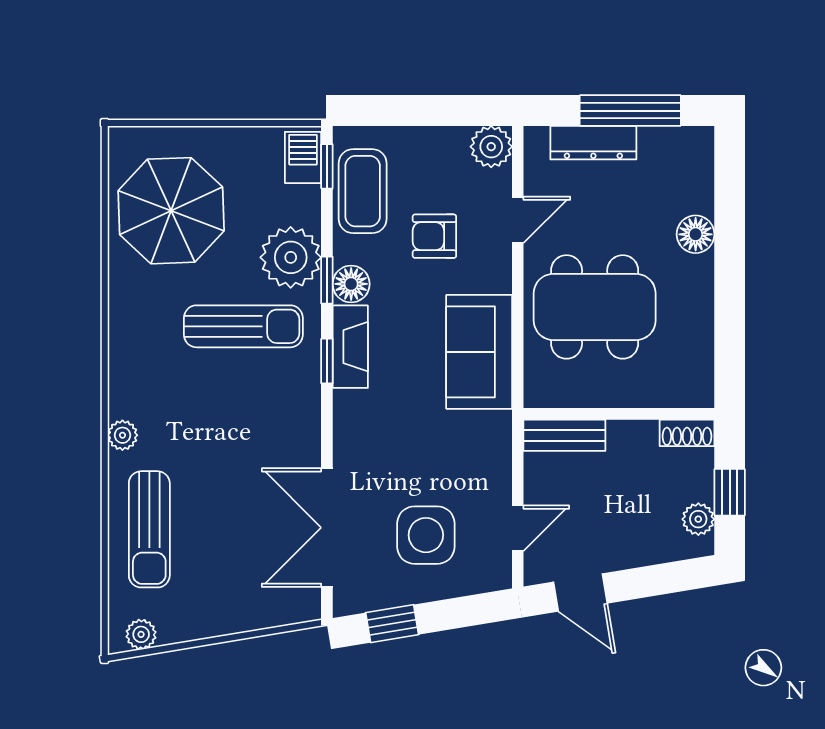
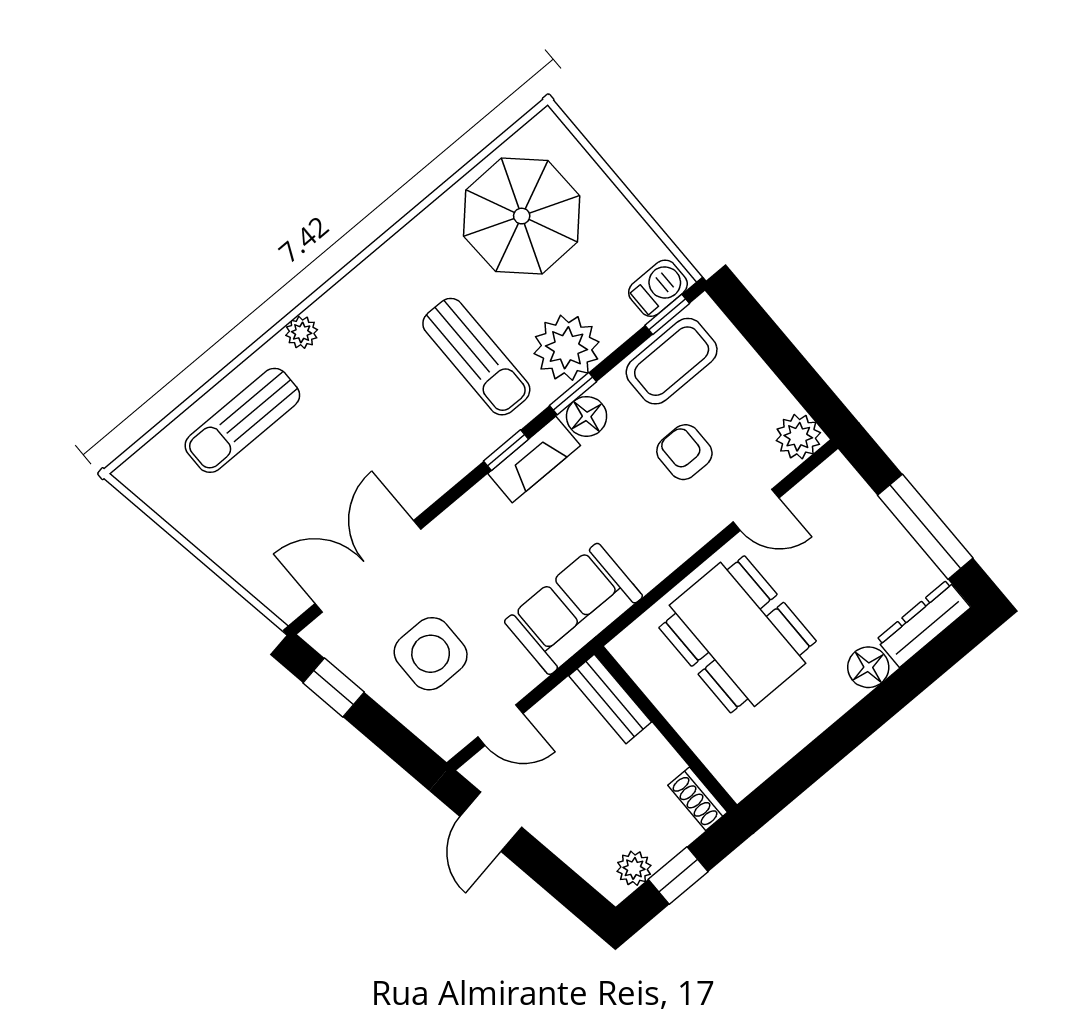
dresser: (593, 143) -> (923, 623), moved, turned 90
sofa: (479, 352) -> (573, 609), moved
plant: (141, 634) -> (150, 487), removed

